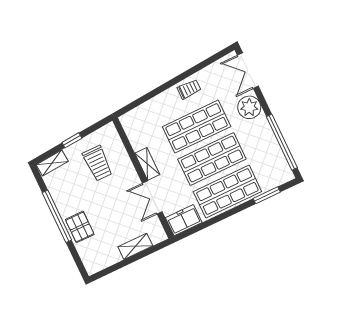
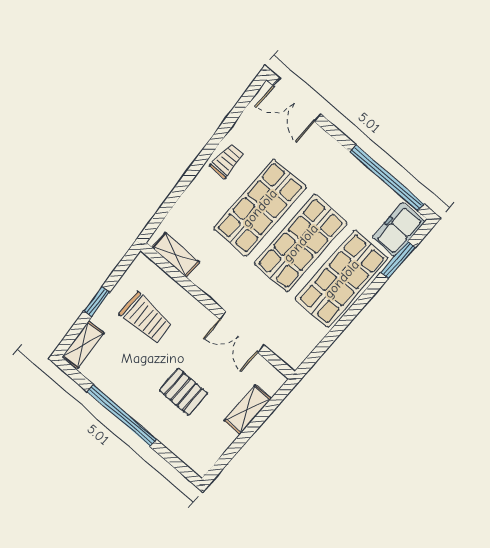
plant: (249, 107) -> (321, 150), removed
shelving: (147, 164) -> (176, 255), moved
freezer: (184, 220) -> (399, 229), moved
pallet: (80, 227) -> (183, 392), moved

